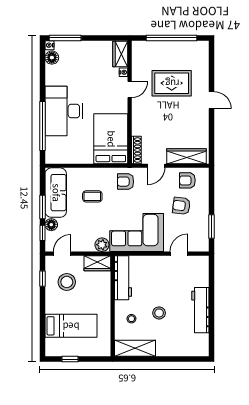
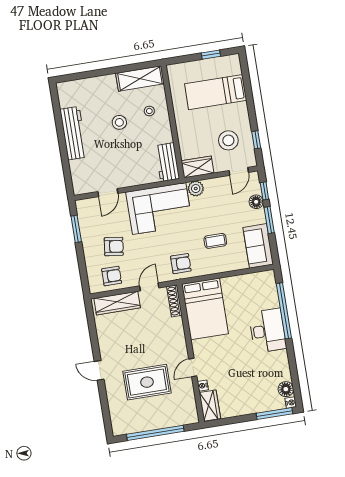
desk: (64, 111) -> (268, 331), width x0.73, depth x0.77
sofa: (56, 193) -> (258, 246), width x0.73
workbench: (123, 278) -> (167, 162), width x0.73

